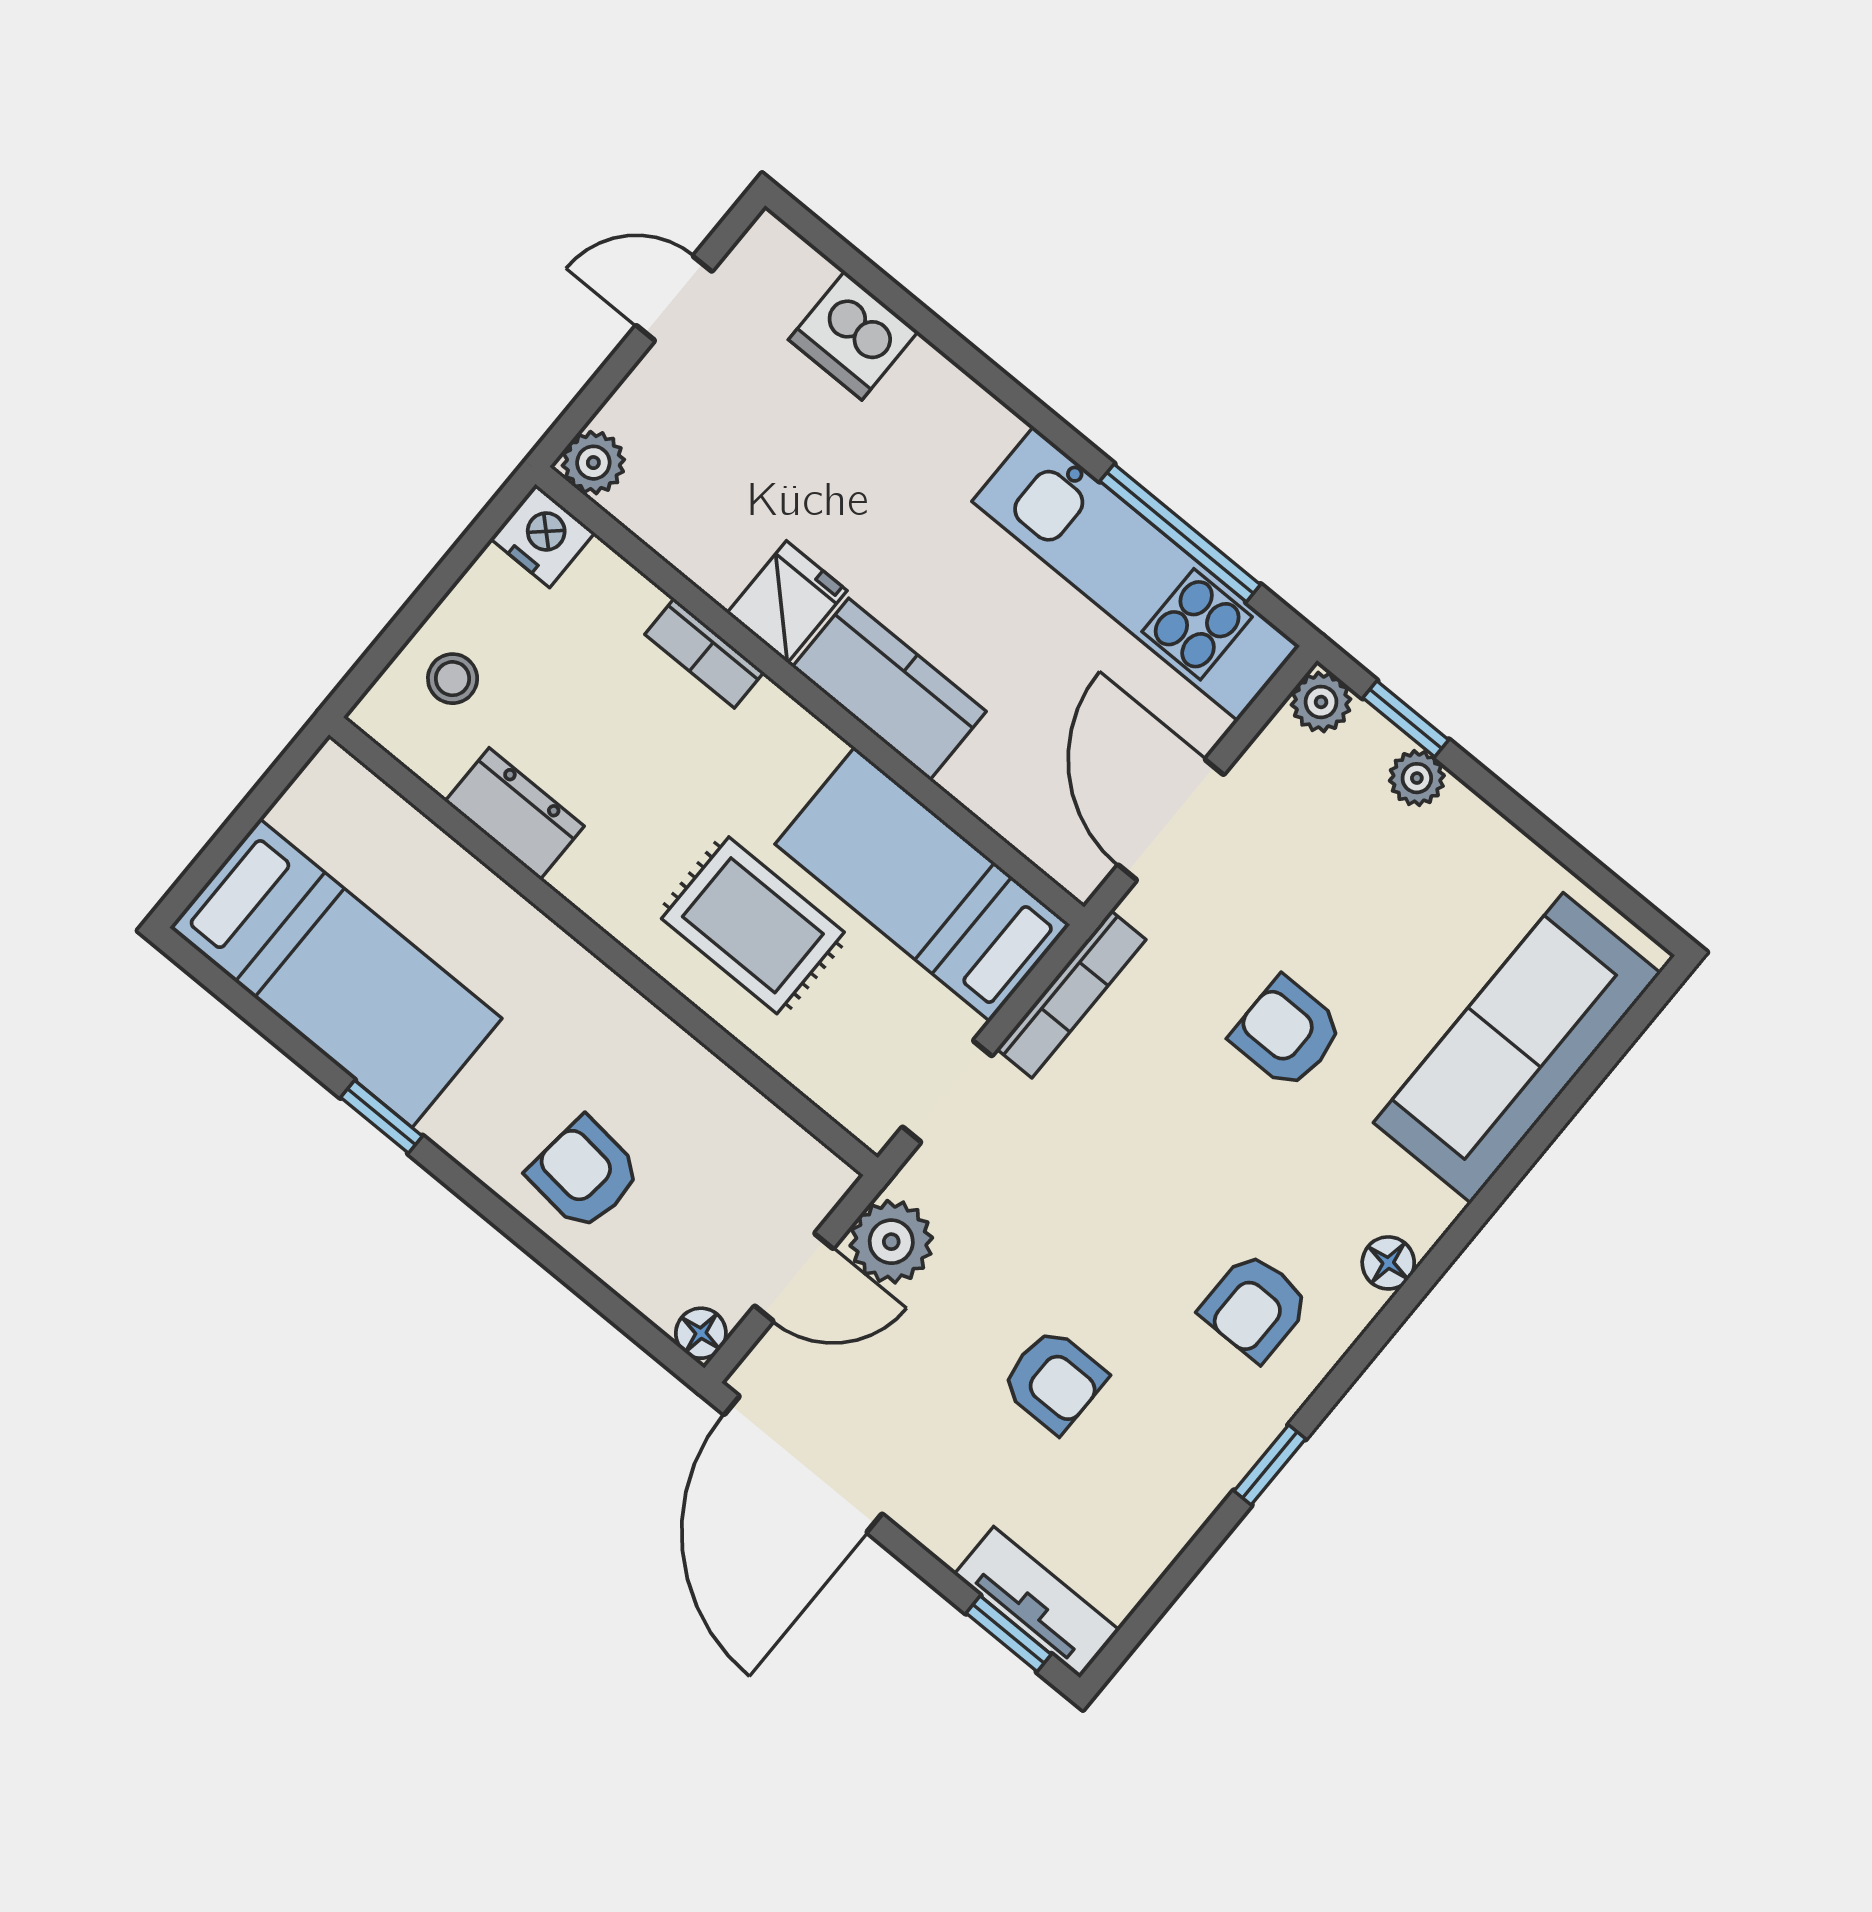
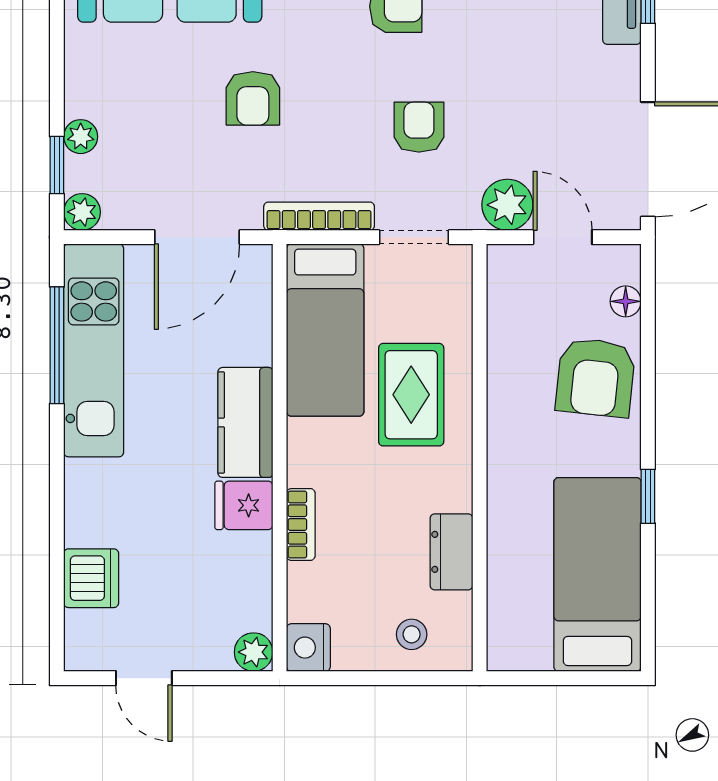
armchair: (584, 1174) -> (595, 377), width x1.38, depth x1.38
floor lamp: (701, 1333) -> (626, 301), moved
armchair: (1054, 1381) -> (419, 127), moved

